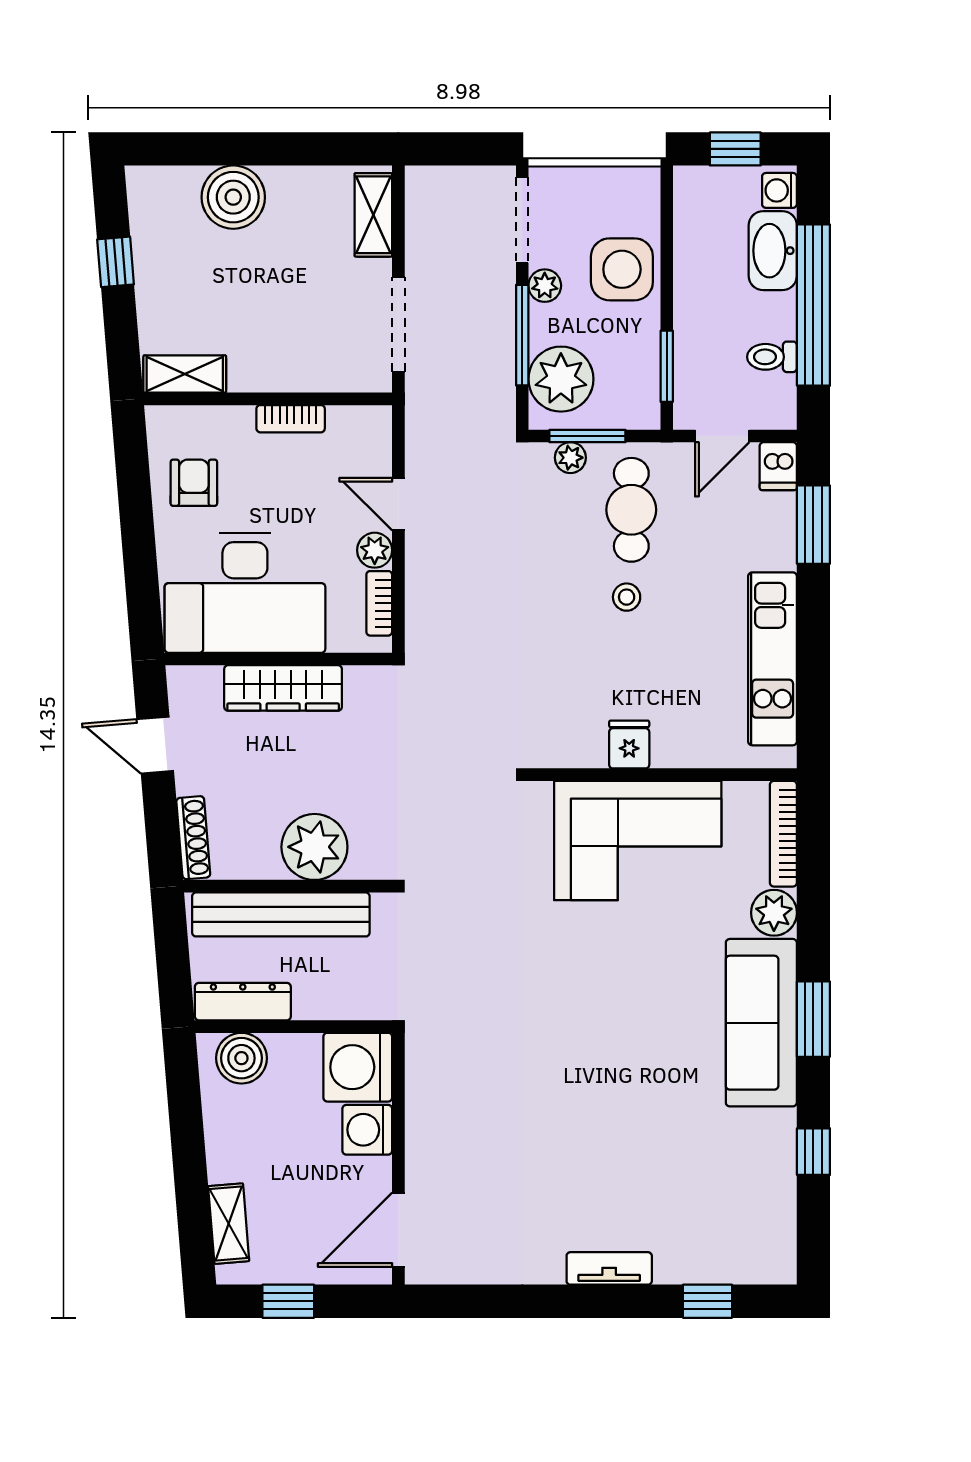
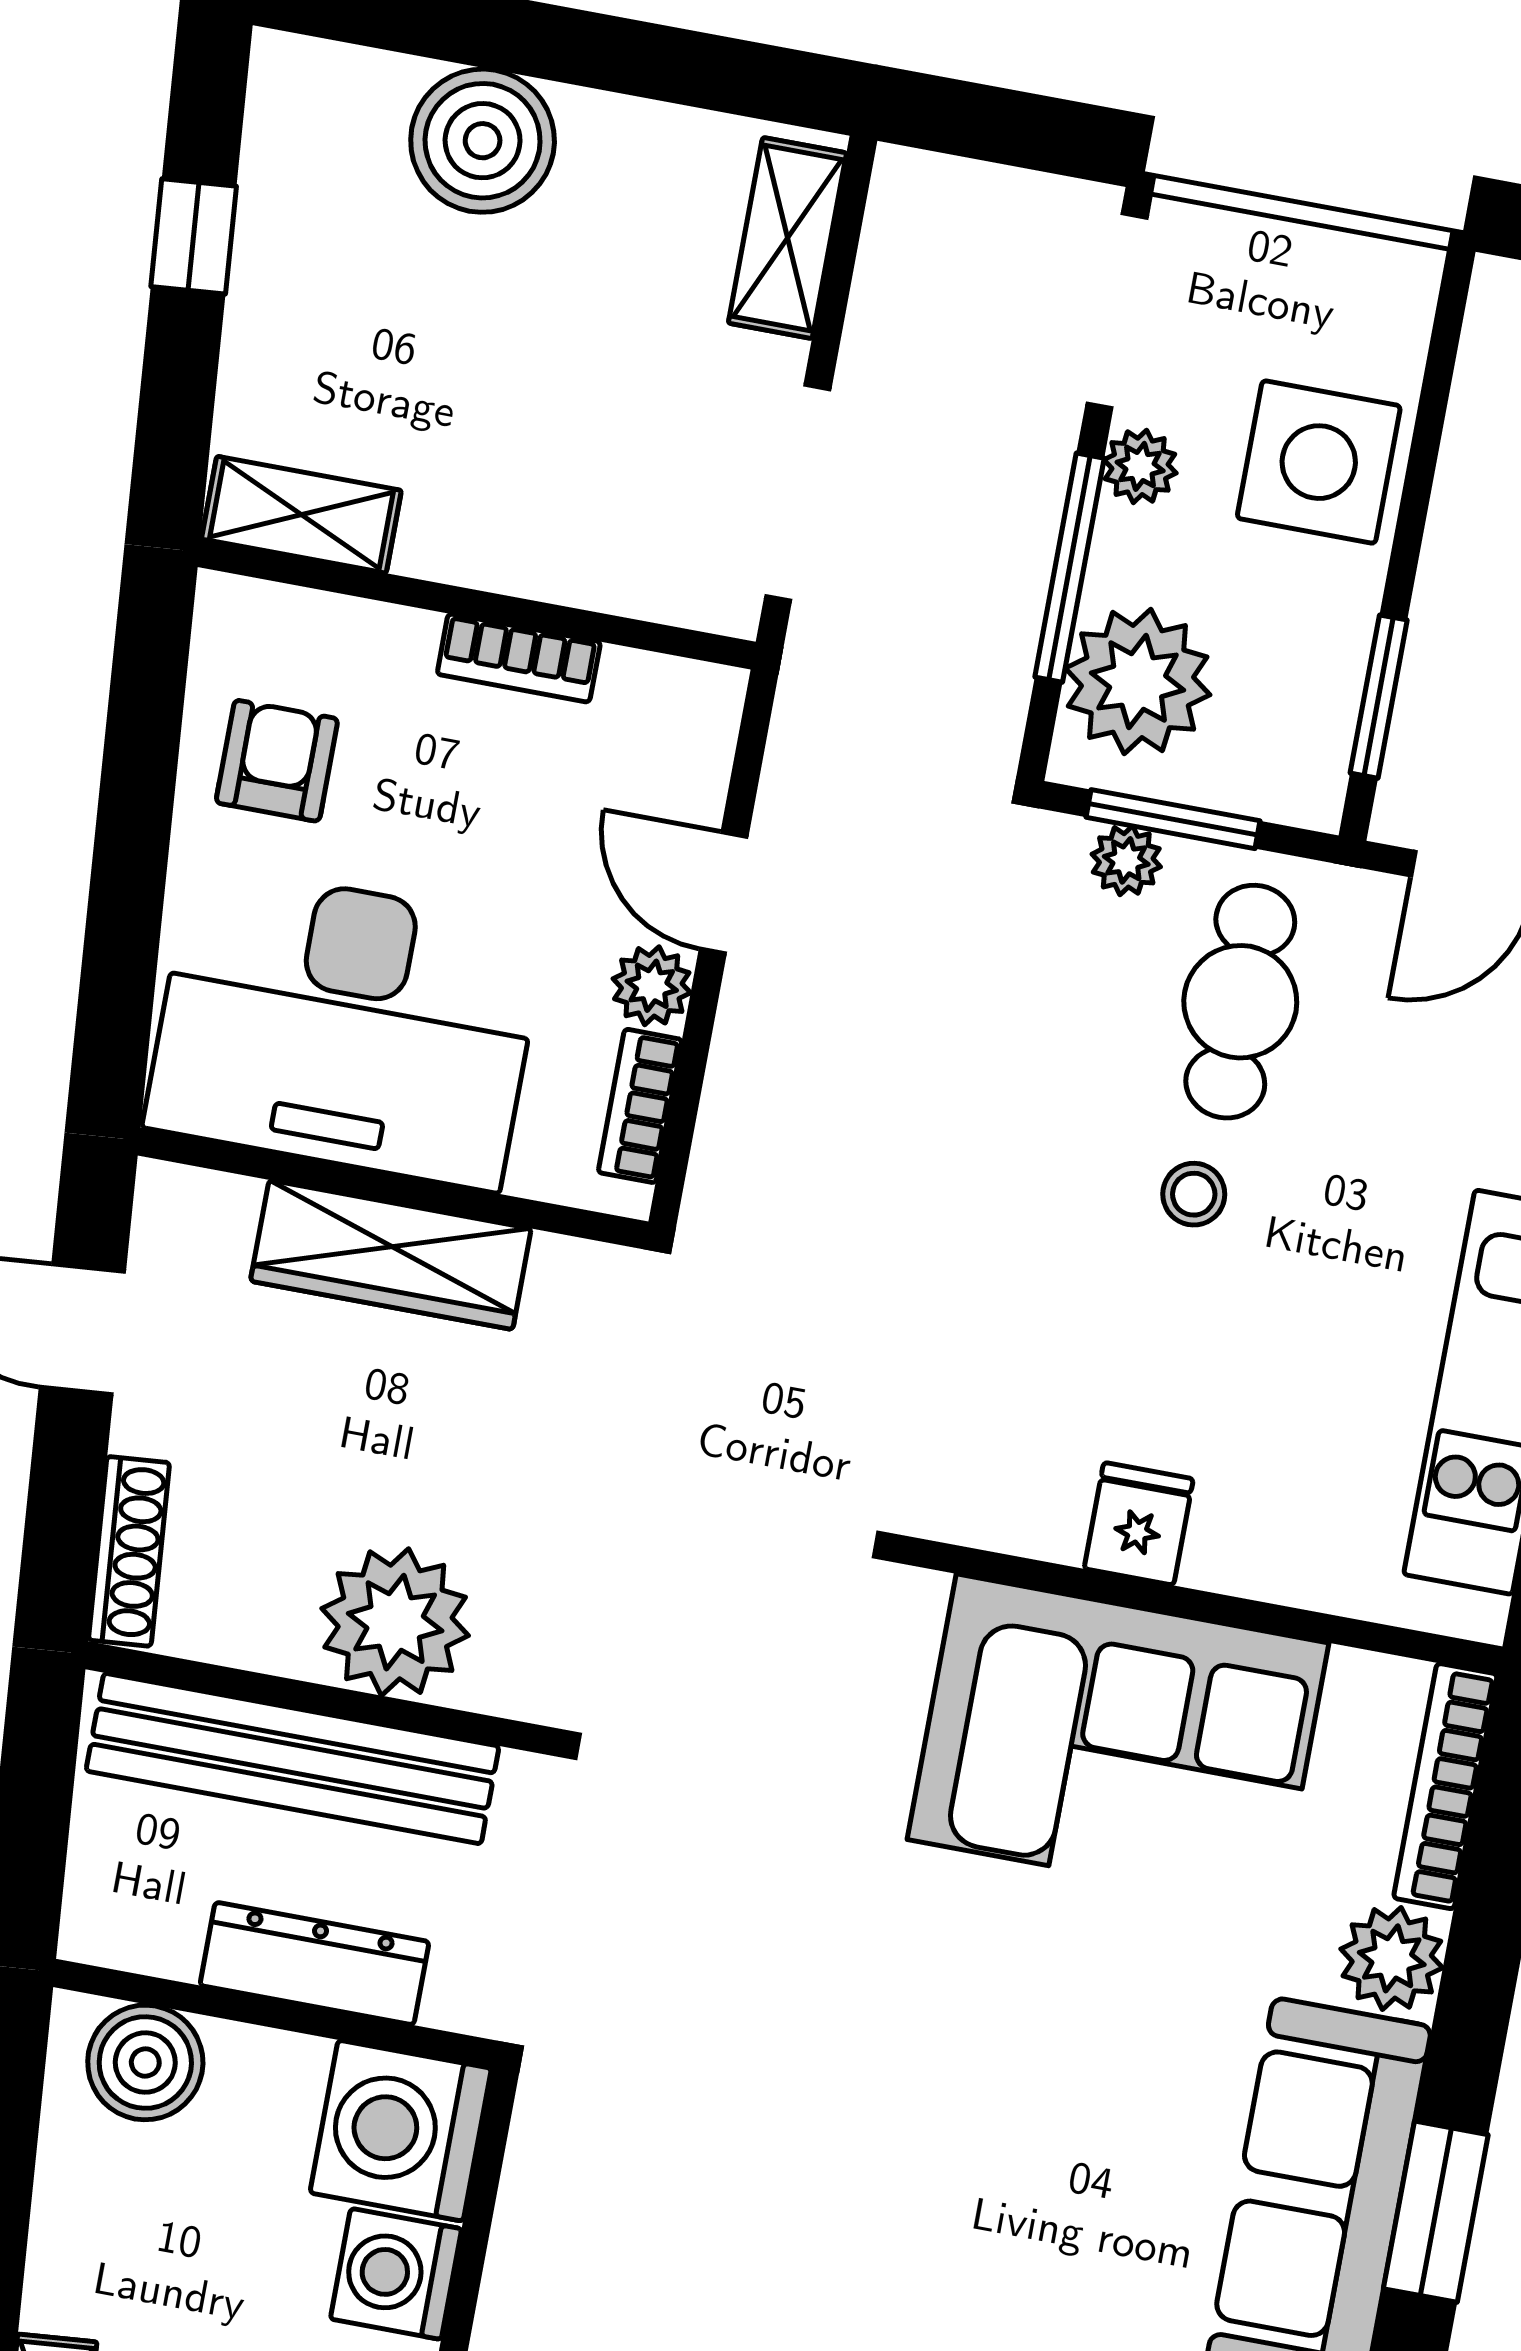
dresser: (243, 1002) -> (314, 1964), moved

